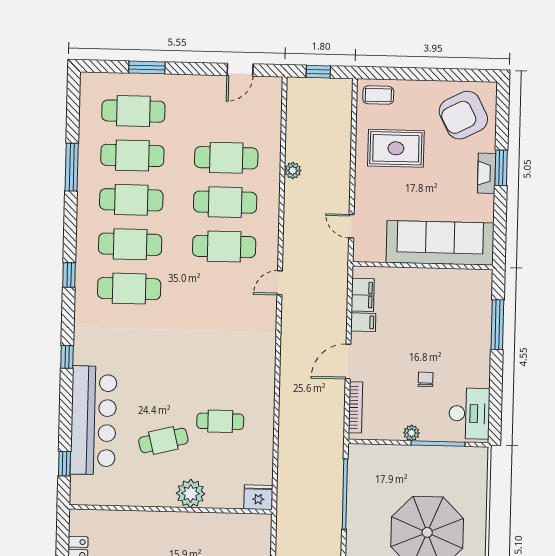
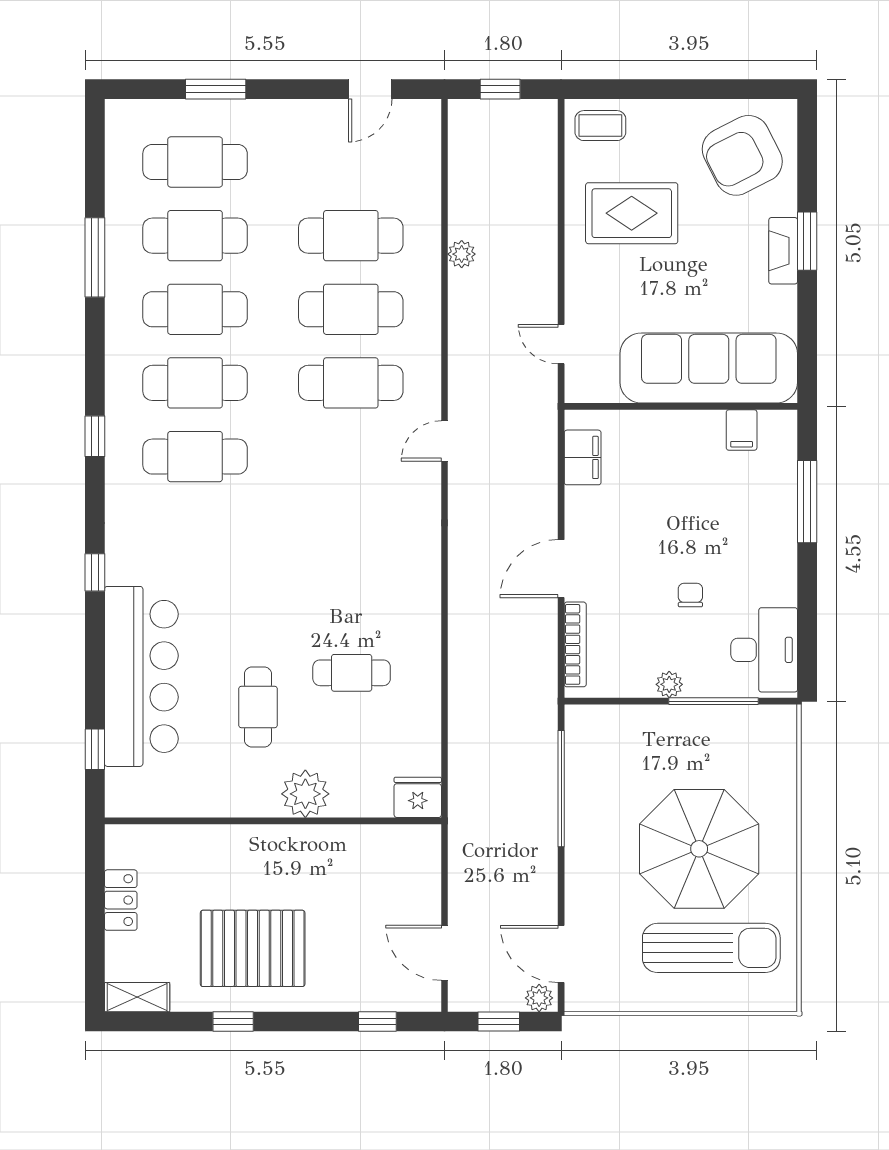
filing cabinet: (363, 322) -> (742, 430), moved, turned 90
cafe table: (163, 440) -> (258, 707), turned -76

